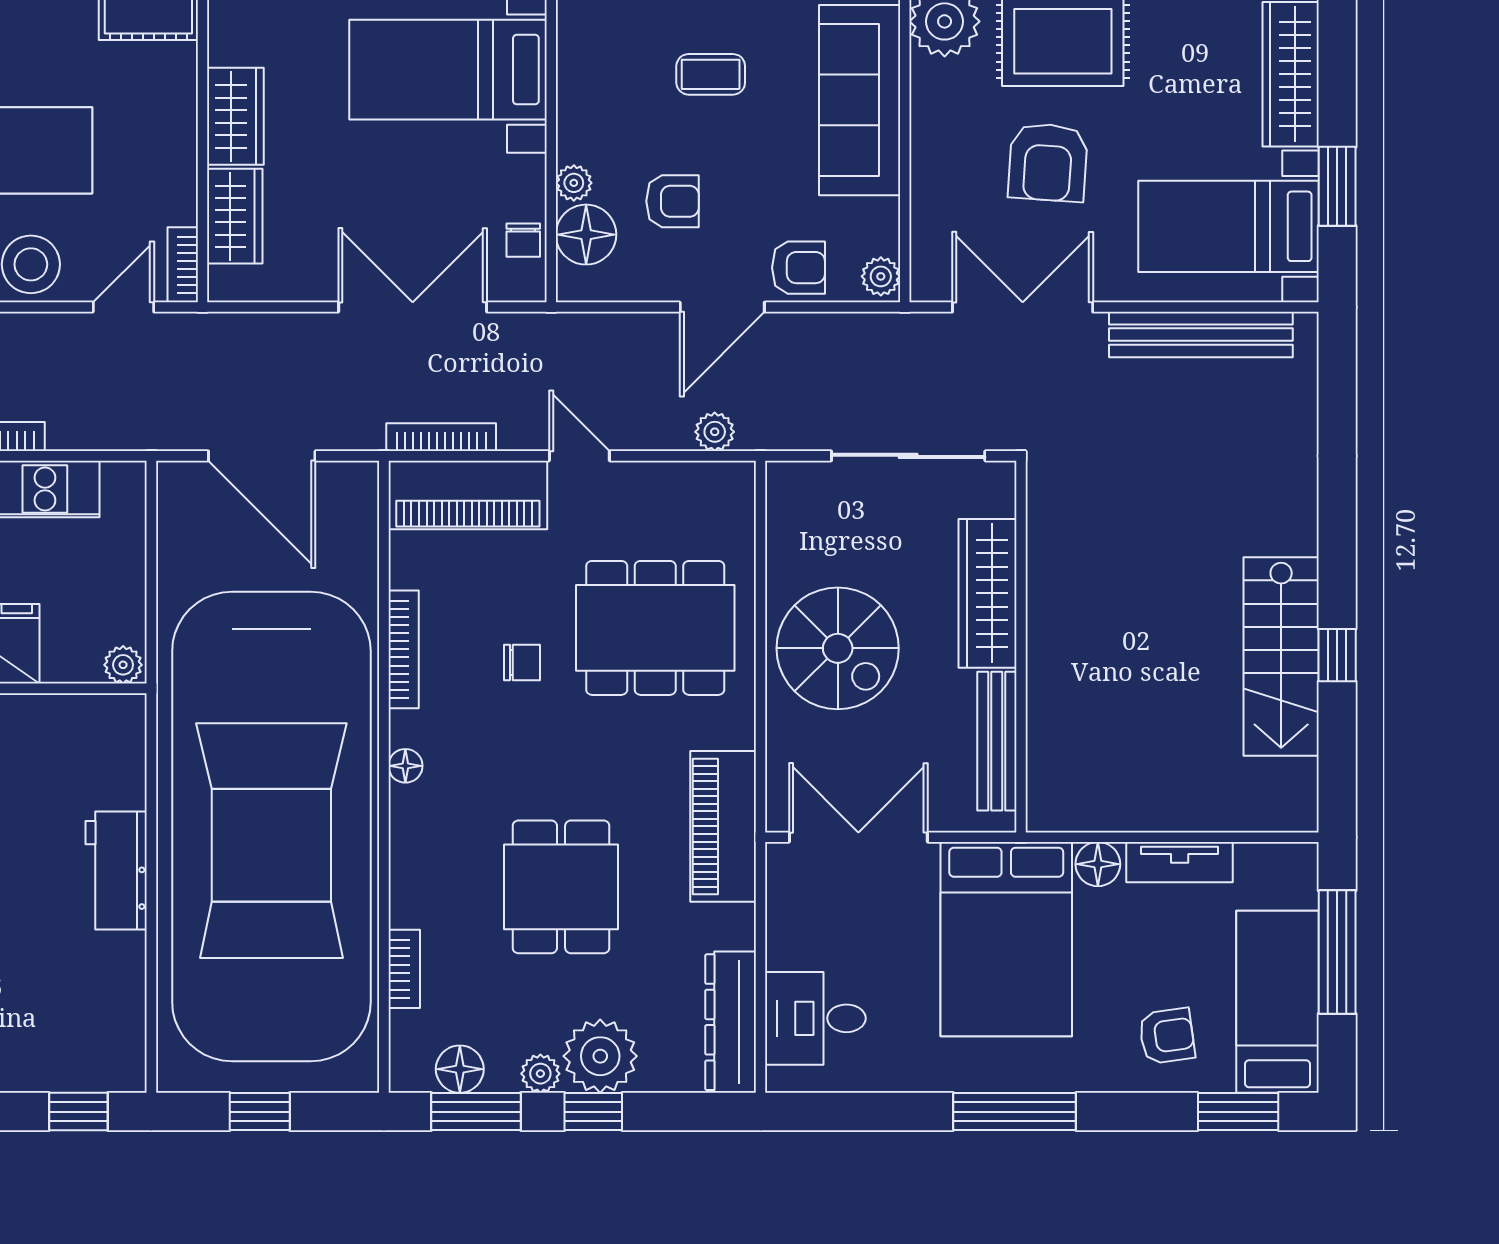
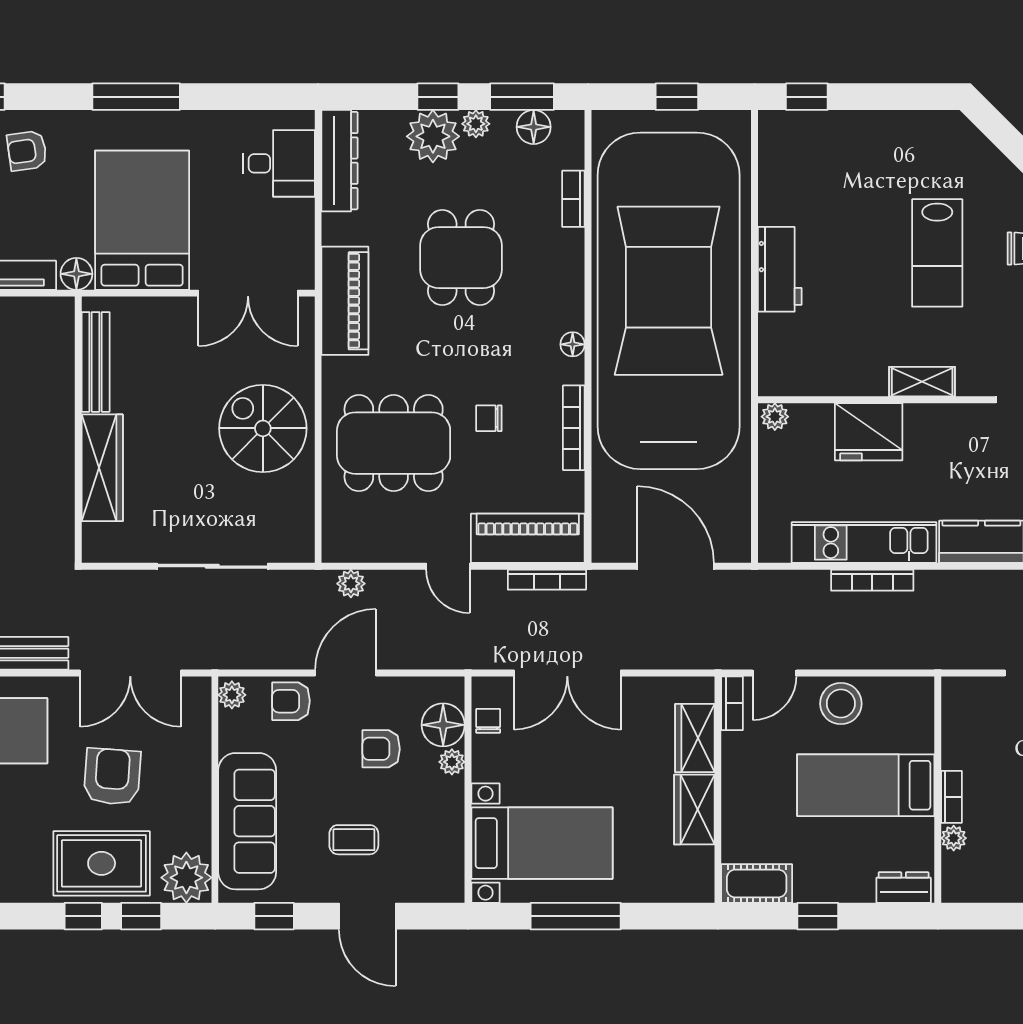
wardrobe: (987, 593) -> (102, 468), moved
wall: (1021, 647) -> (78, 430), moved
bench: (997, 741) -> (96, 362), moved

